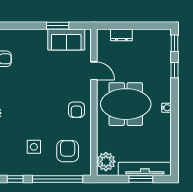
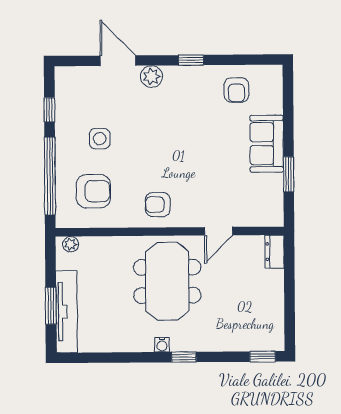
dresser: (121, 35) -> (275, 252), moved
sofa: (66, 40) -> (267, 144), moved
window: (174, 70) -> (184, 357), moved
plant: (106, 162) -> (71, 244), width x0.53, depth x0.53

